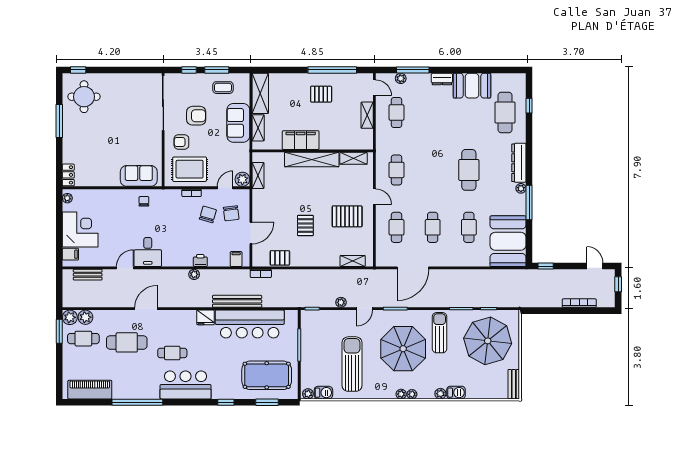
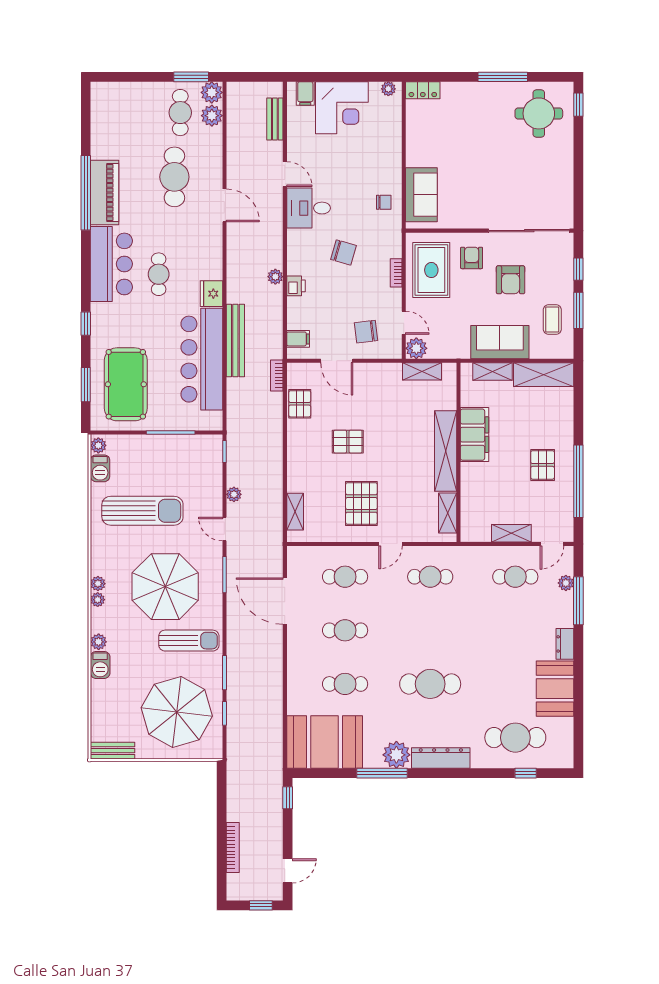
plant: (521, 188) -> (396, 755), width x1.88, depth x1.88
chair: (208, 214) -> (343, 252), moved
cafe table: (172, 353) -> (159, 274), moved
piano: (90, 390) -> (105, 192), moved

